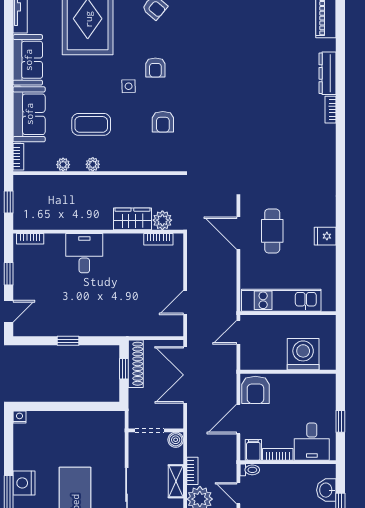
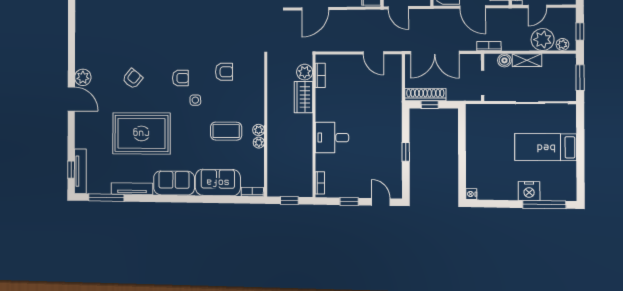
coffee table: (91, 124) -> (226, 131), turned 90
plant: (63, 165) -> (259, 143), moved
boiler: (176, 440) -> (504, 60), moved
bookcase: (192, 471) -> (489, 46), moved

